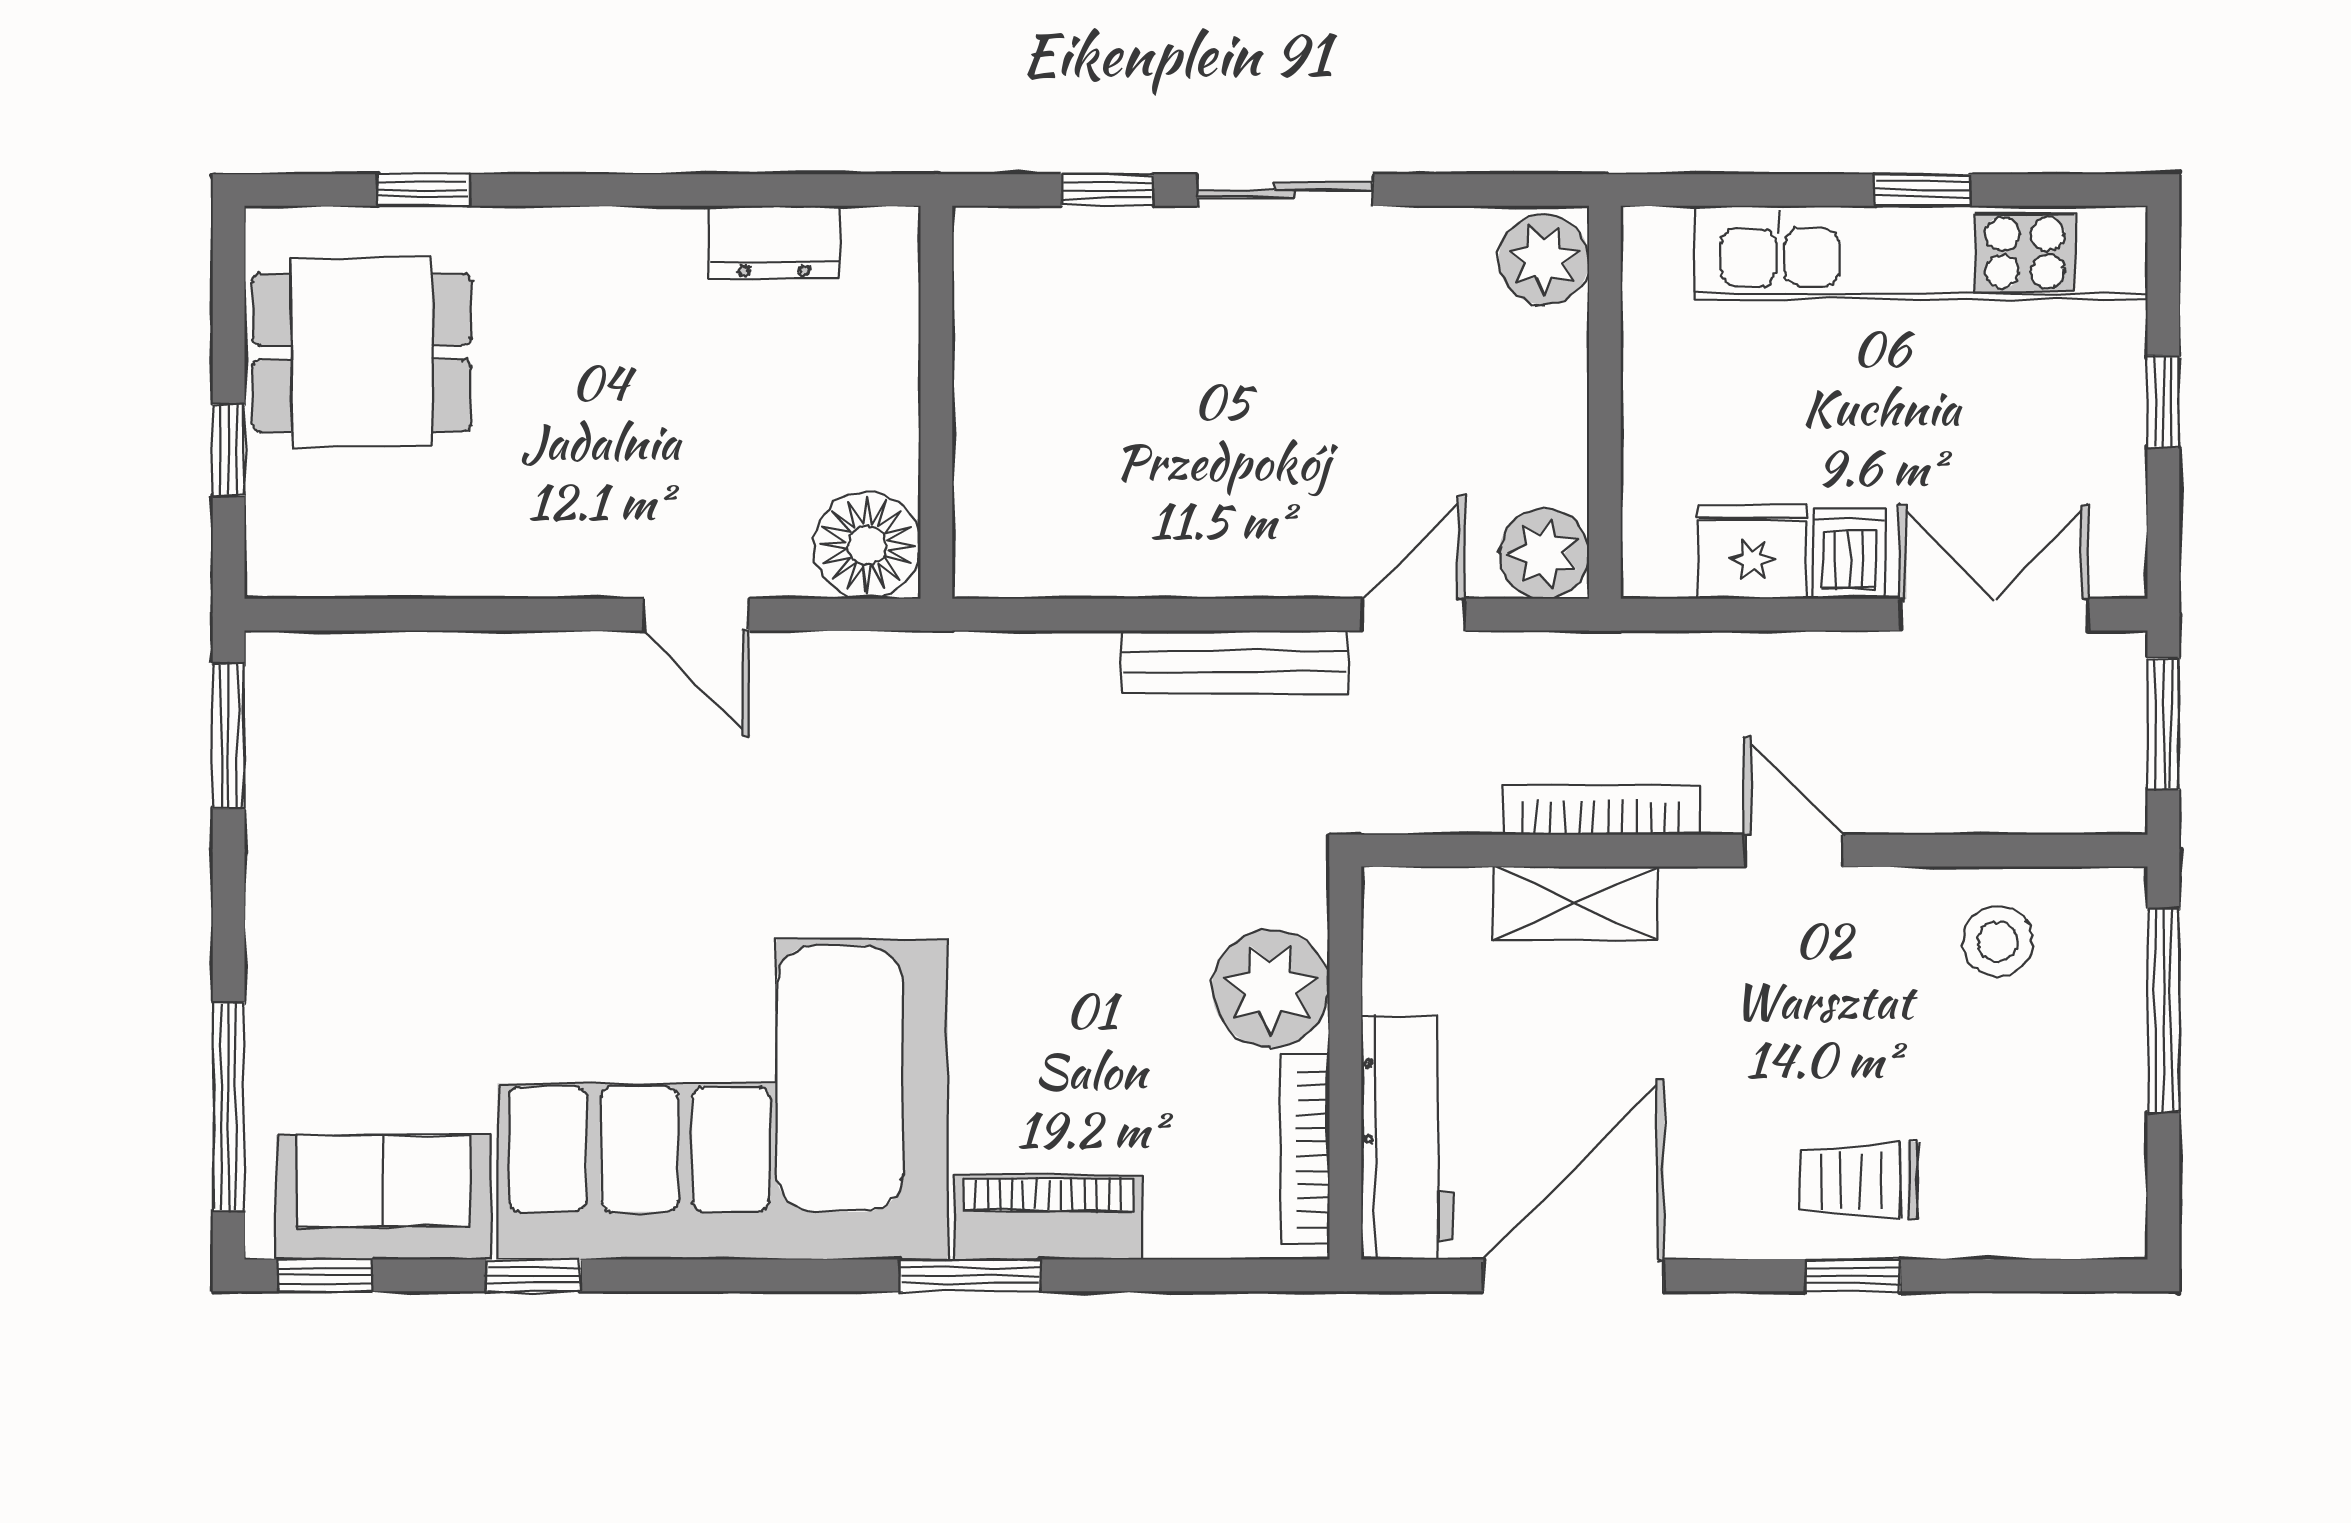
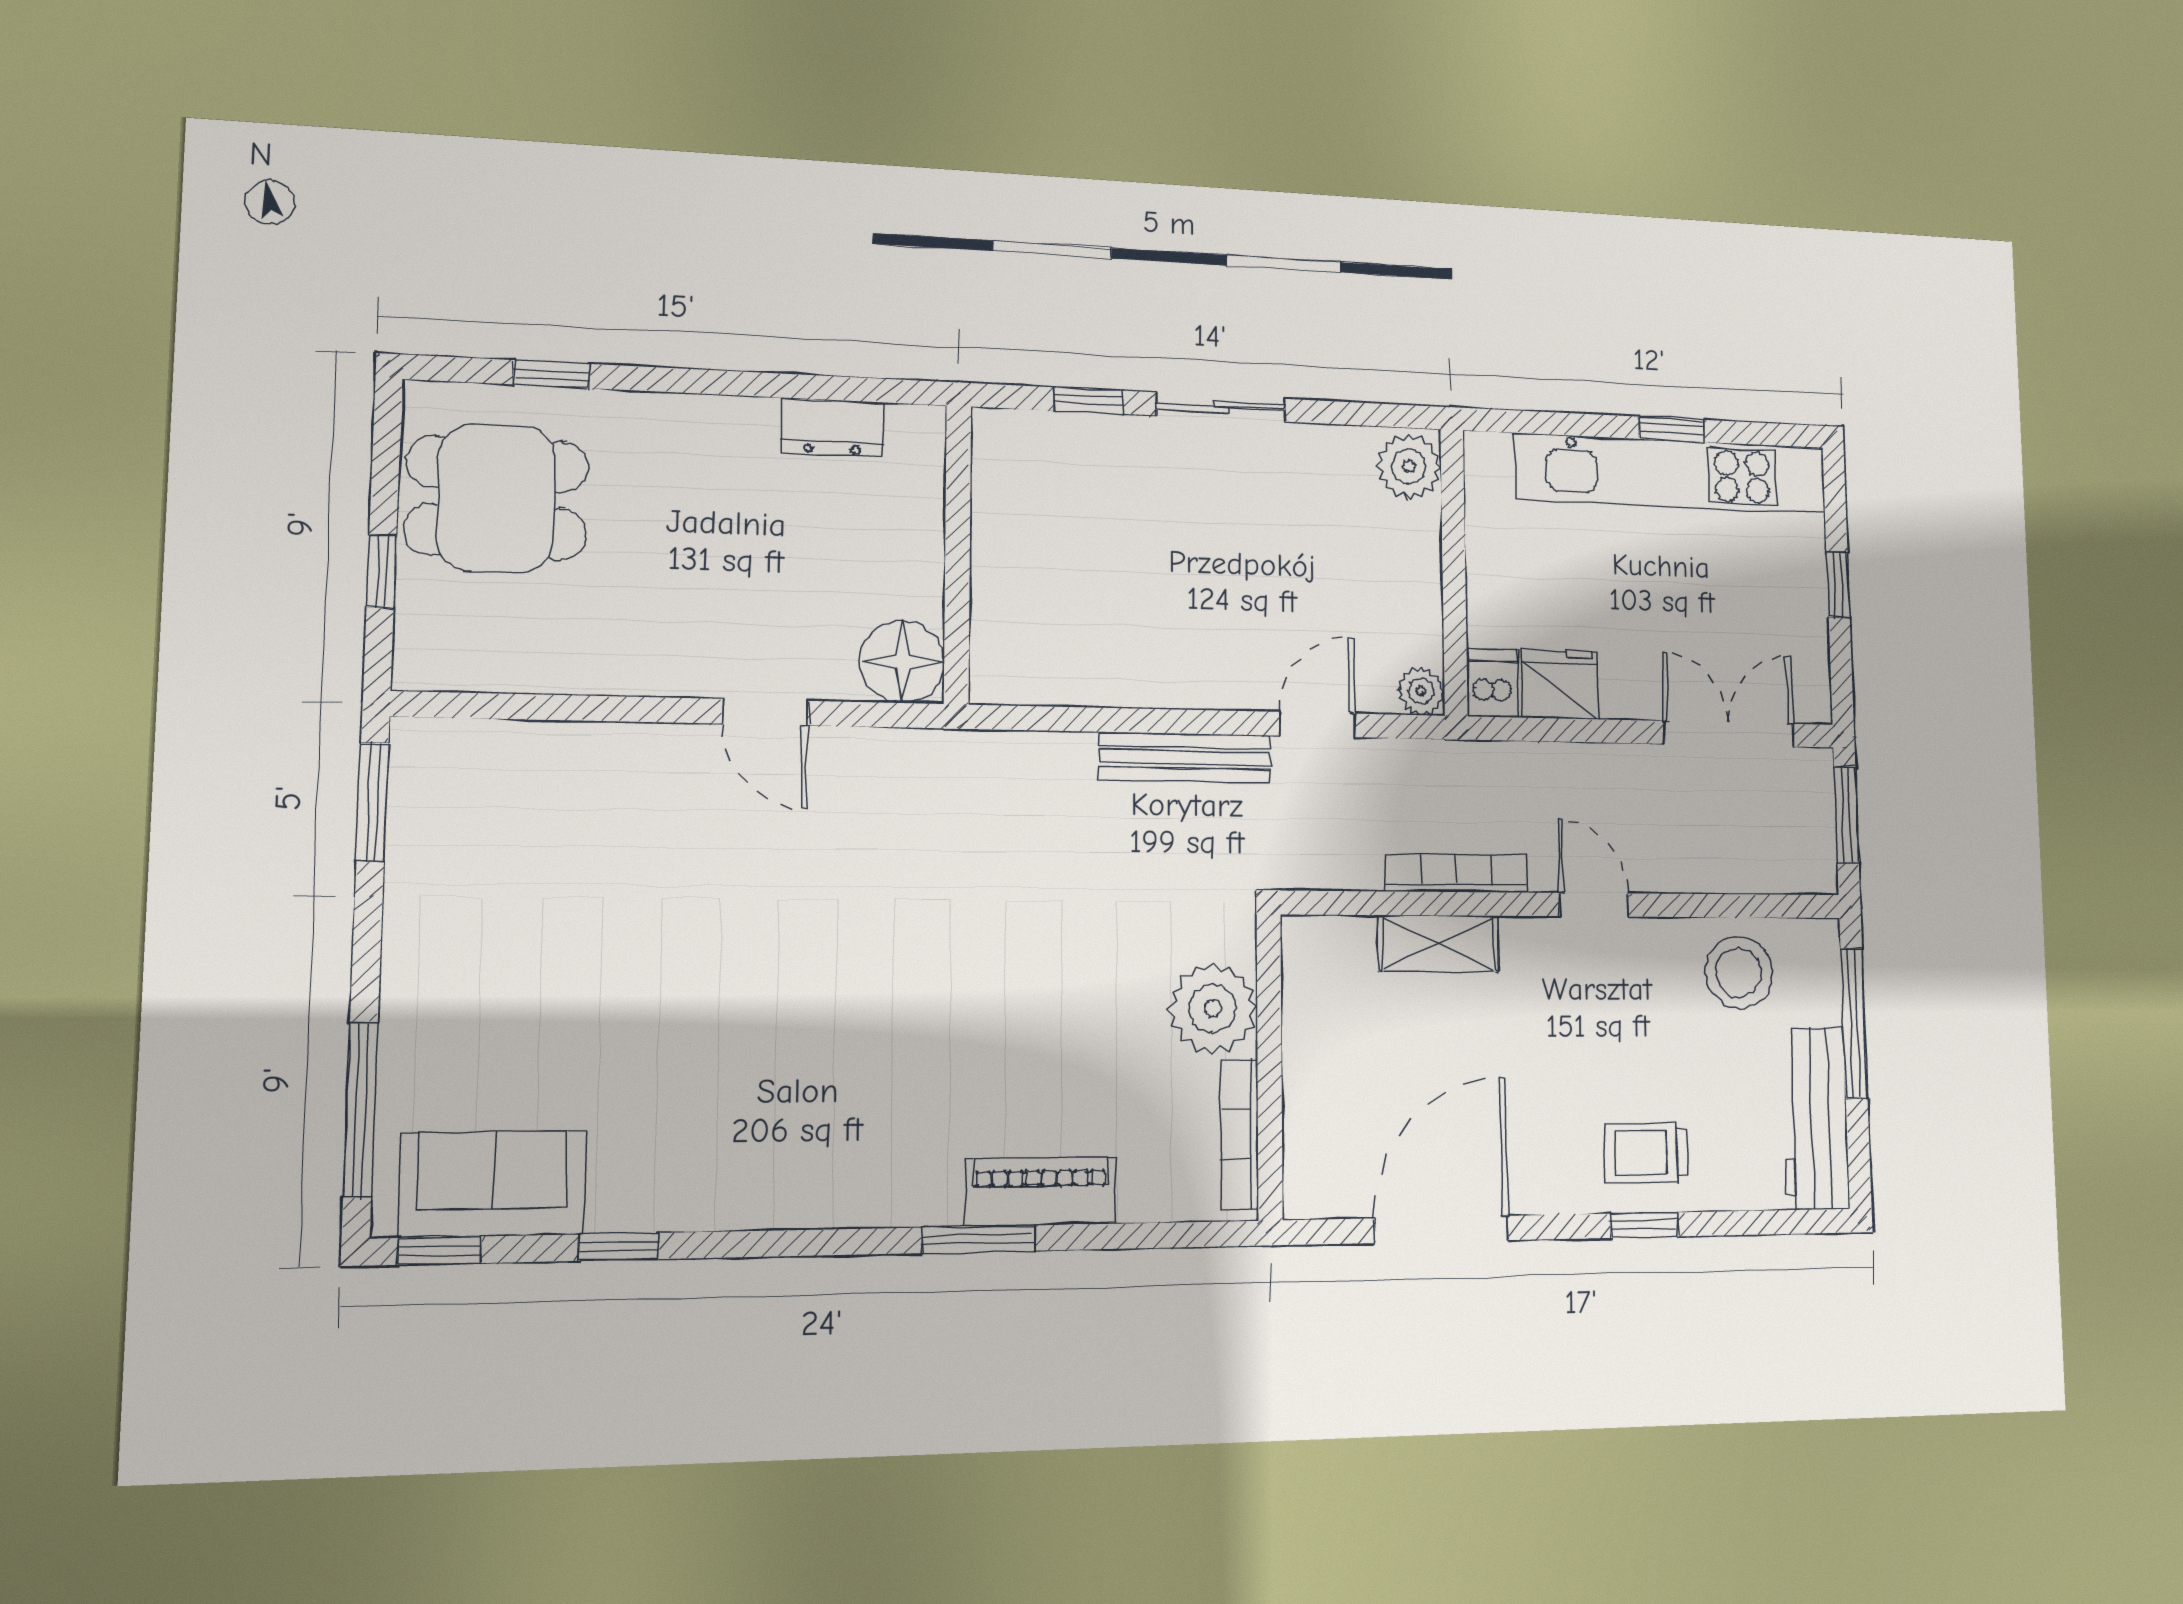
dishwasher: (1849, 553) -> (1492, 683), moved
plant: (1544, 554) -> (1421, 691), width x0.73, depth x0.73
stool: (1998, 941) -> (1739, 972), width x1.38, depth x1.38
corner sofa: (723, 1099) -> (780, 1099), removed
workbench: (1407, 1138) -> (1815, 1118), moved, turned 180

